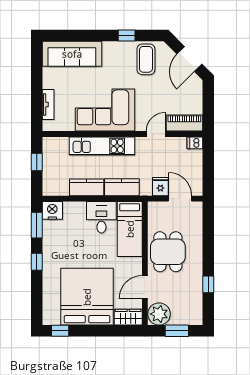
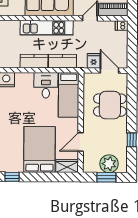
dining table: (168, 252) -> (110, 105), moved, turned 90
bed: (87, 297) -> (40, 149), width x0.73
plant: (159, 314) -> (109, 164), moved

